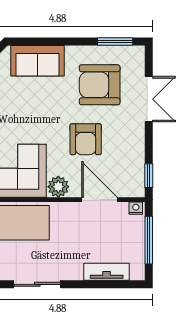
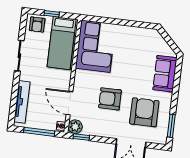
plant: (58, 187) -> (75, 127), moved
door: (100, 200) -> (69, 103), swing flipped
tv unit: (107, 272) -> (22, 102), width x1.41

